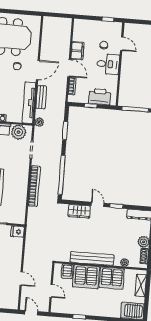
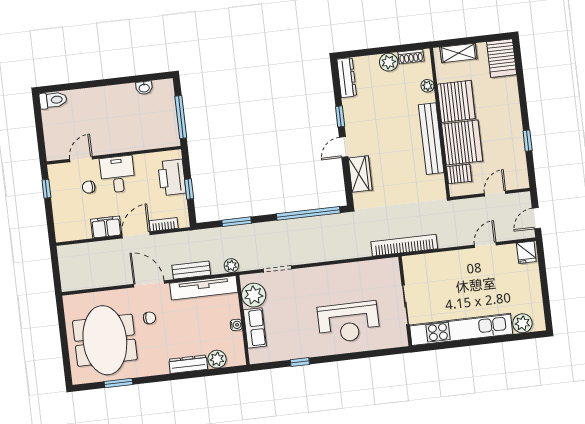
bookcase: (34, 186) -> (404, 245), moved
fridge: (17, 232) -> (526, 252), moved

